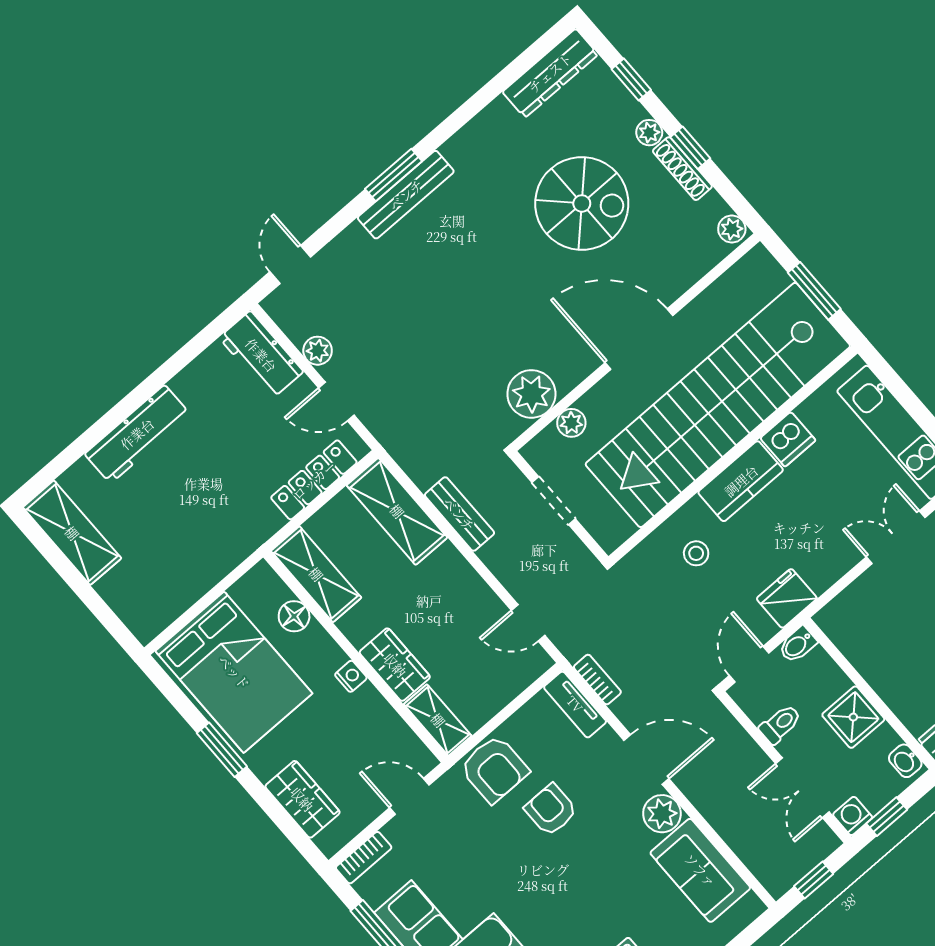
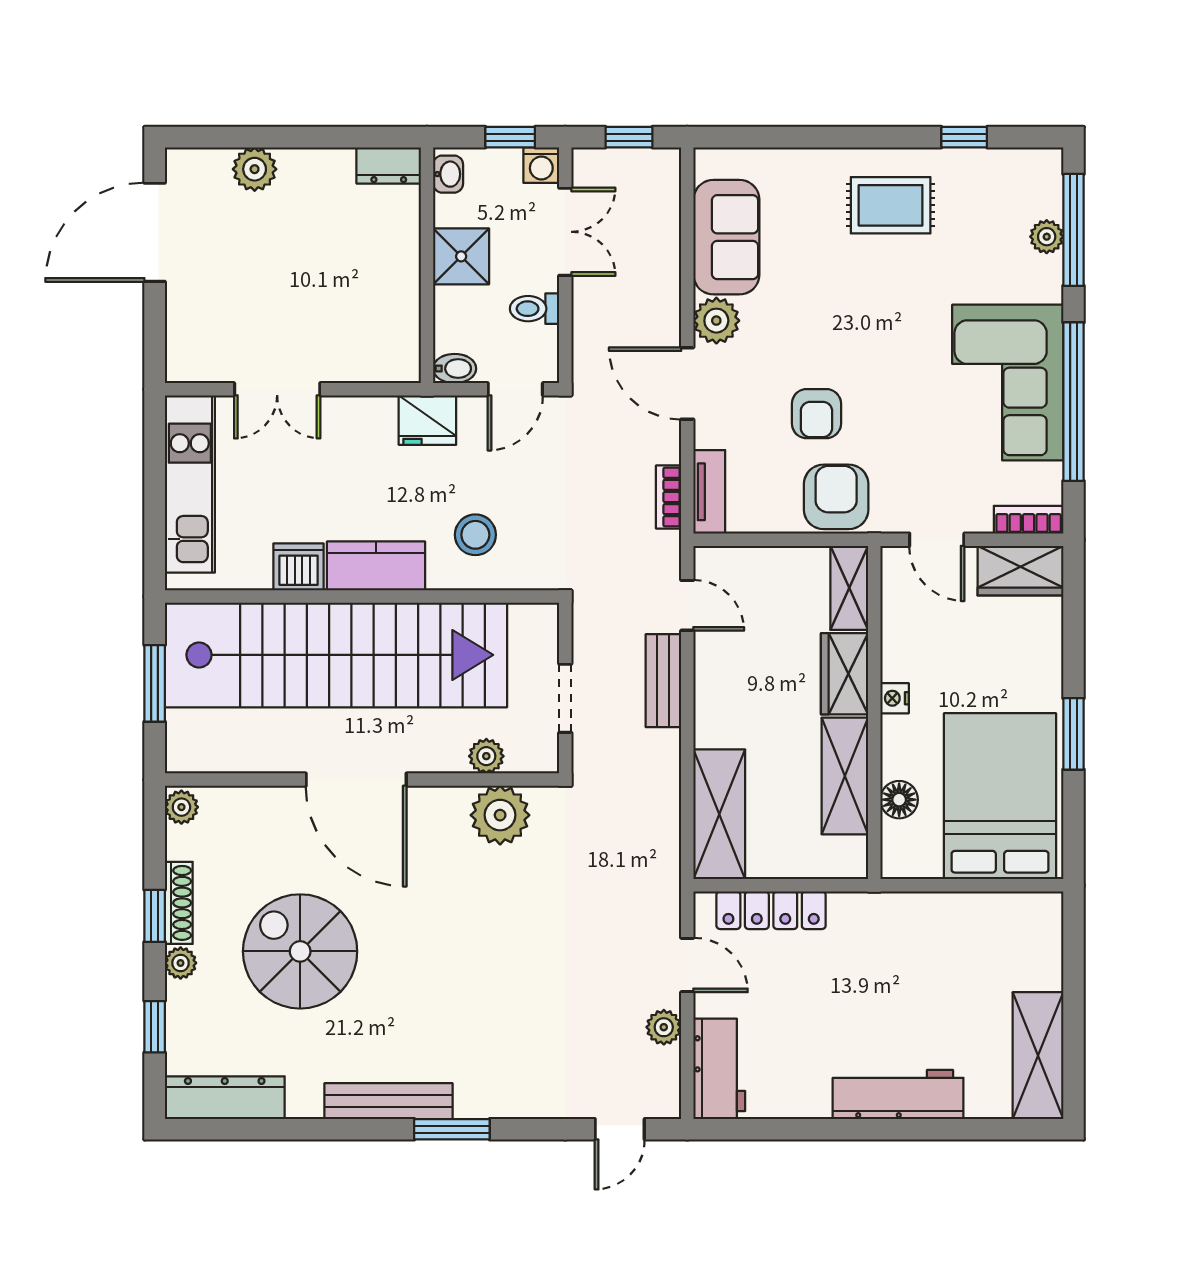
bench: (406, 195) -> (388, 1101), moved
bench: (459, 514) -> (663, 681), moved
stool: (696, 553) -> (475, 535), width x1.37, depth x1.37
shelving: (316, 574) -> (845, 776), moved
wardrobe: (302, 799) -> (1020, 571), moved, turned -90

